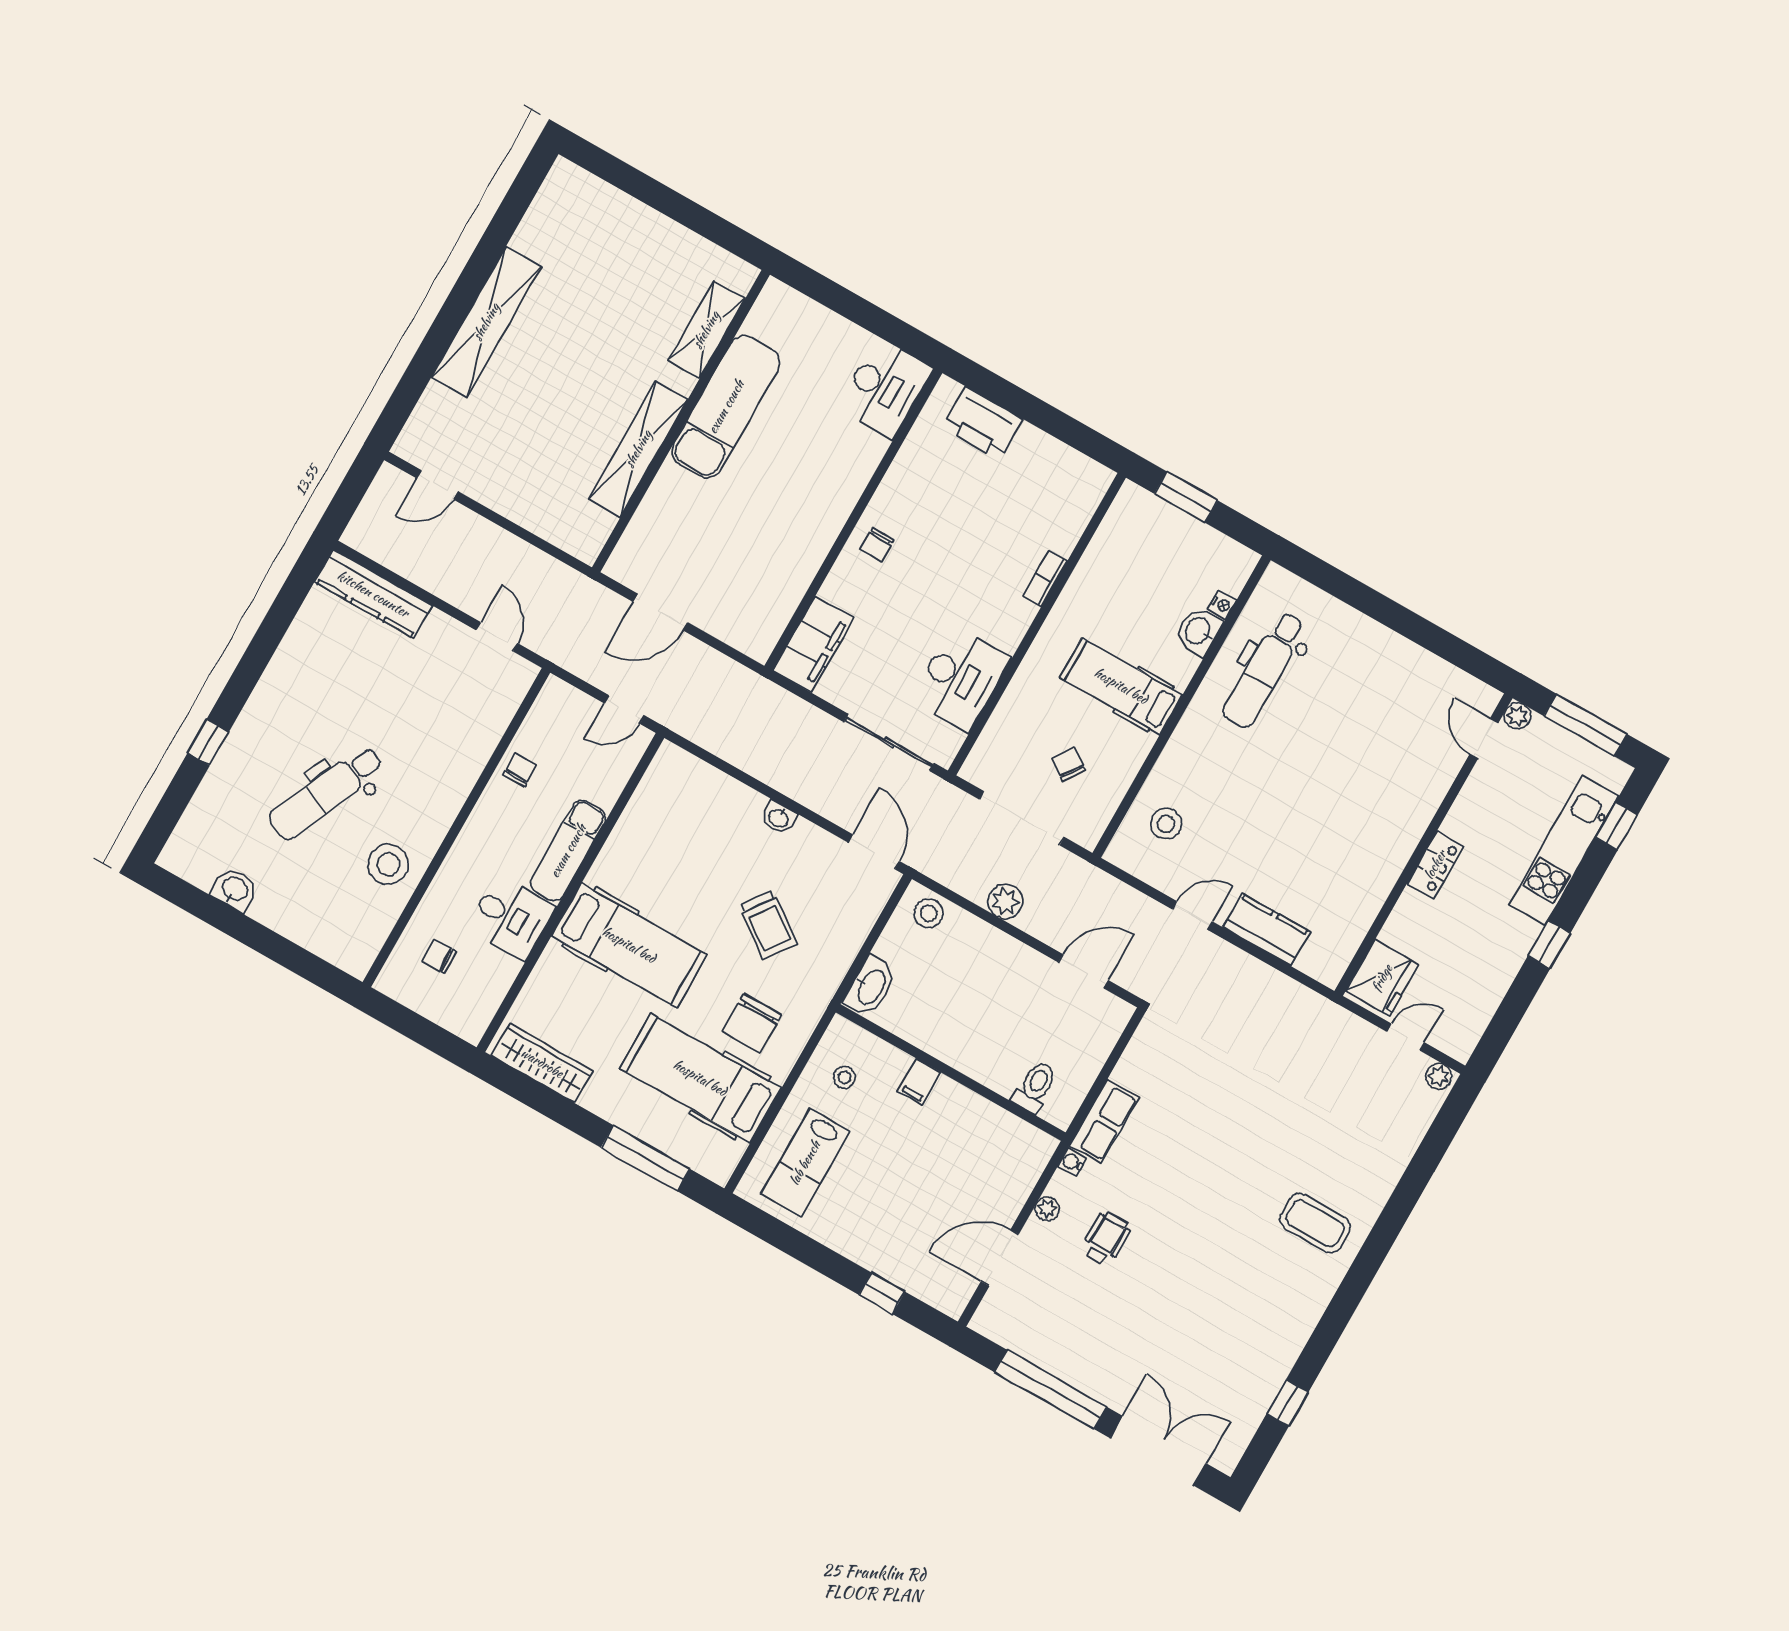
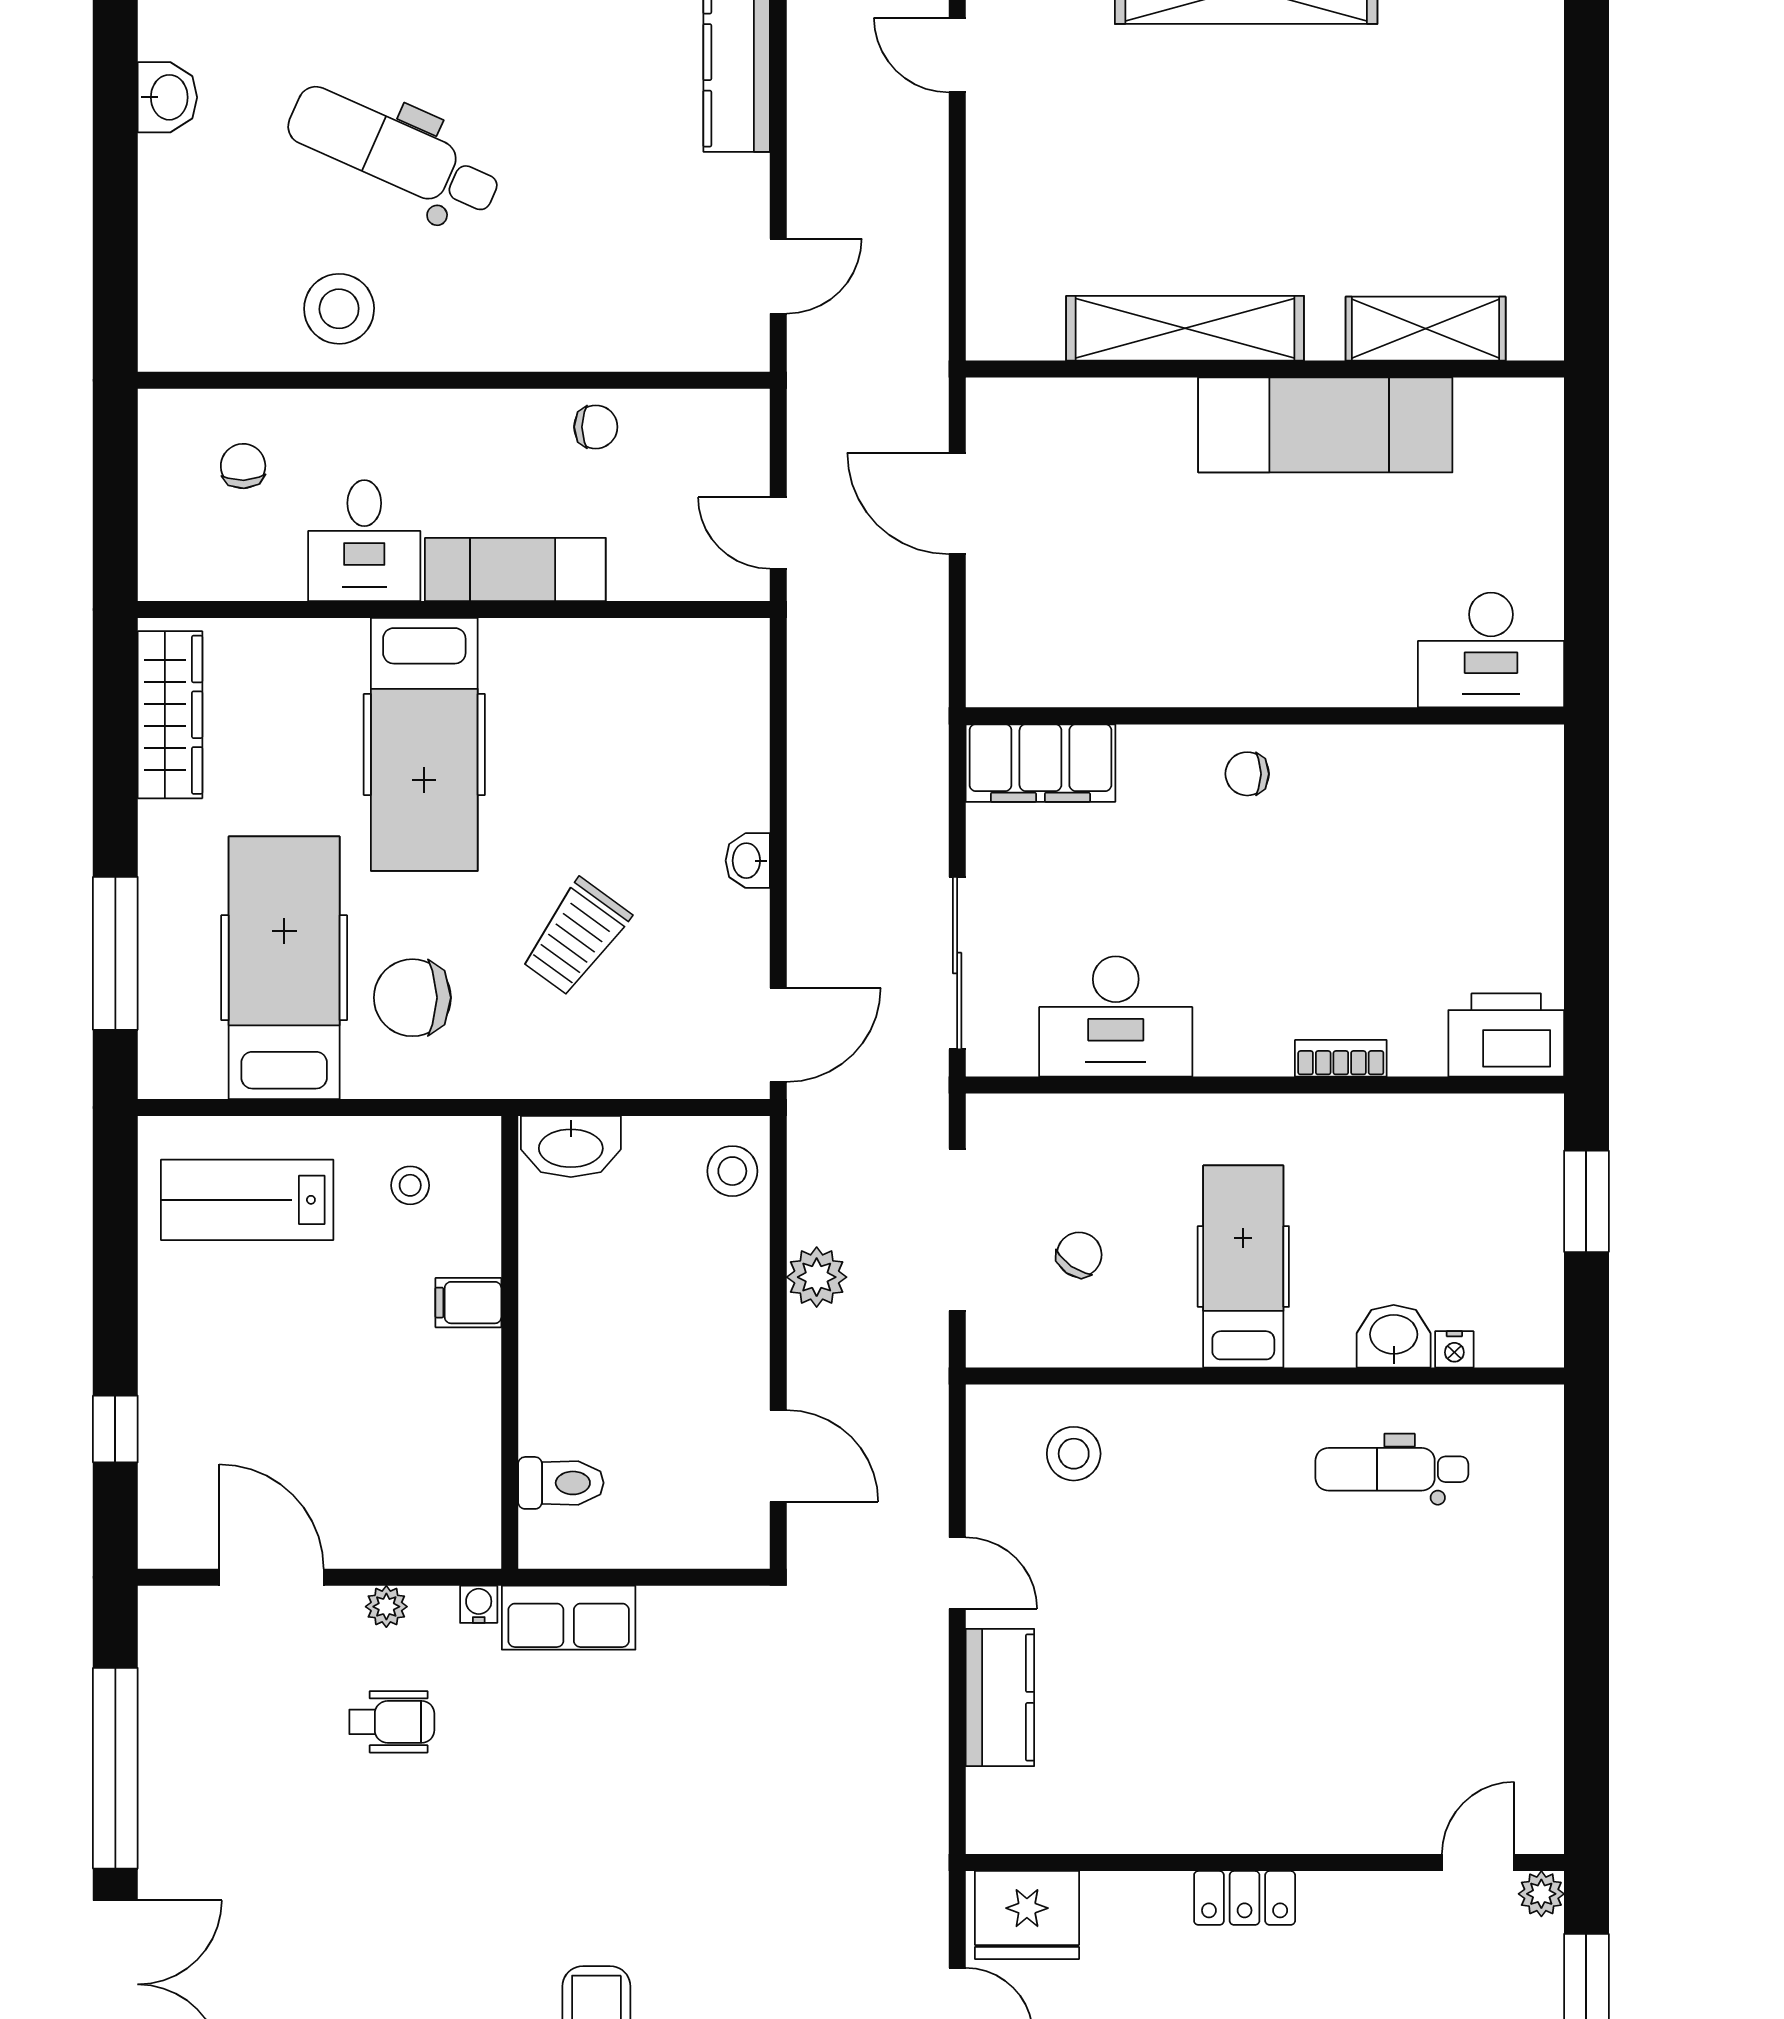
printer: (982, 423) -> (1506, 1035), moved, turned 90
dental chair: (1264, 670) -> (1392, 1469), width x0.73, depth x0.72

